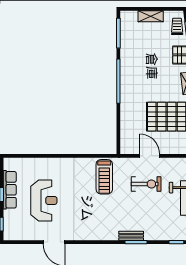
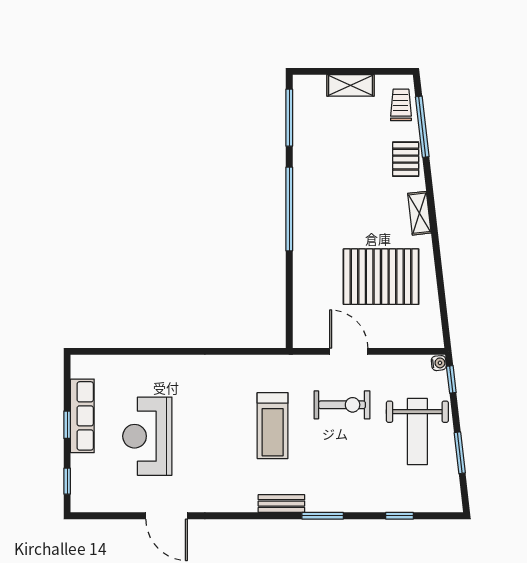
treadmill: (104, 177) -> (273, 426), moved
reception desk: (44, 200) -> (147, 436), turned 180
bench: (131, 236) -> (281, 504), moved

